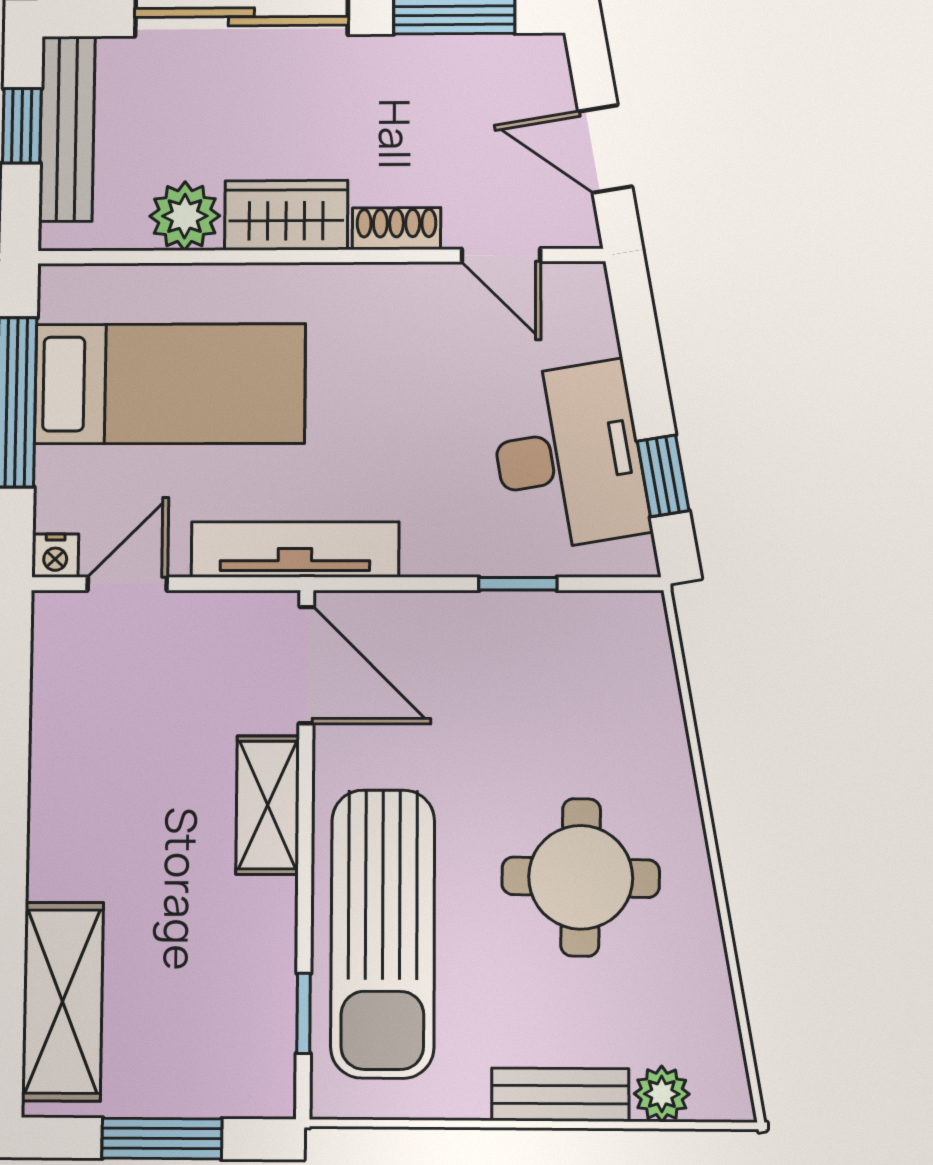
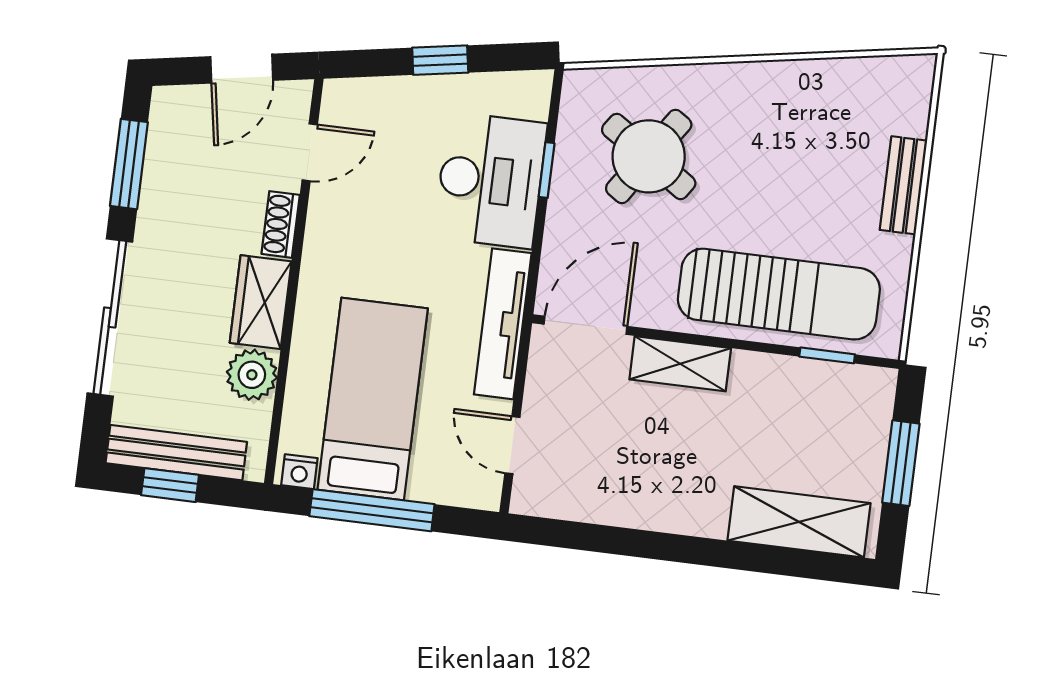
desk: (568, 456) -> (490, 180), moved, turned 100
window: (663, 476) -> (440, 60), moved
nightstand: (55, 556) -> (299, 472), moved, turned 90
round table: (581, 877) -> (649, 156), moved, turned 33
plant: (662, 1094) -> (911, 116), removed

